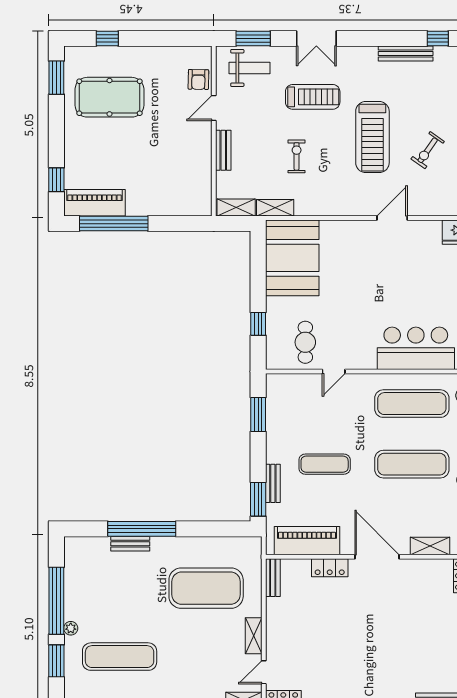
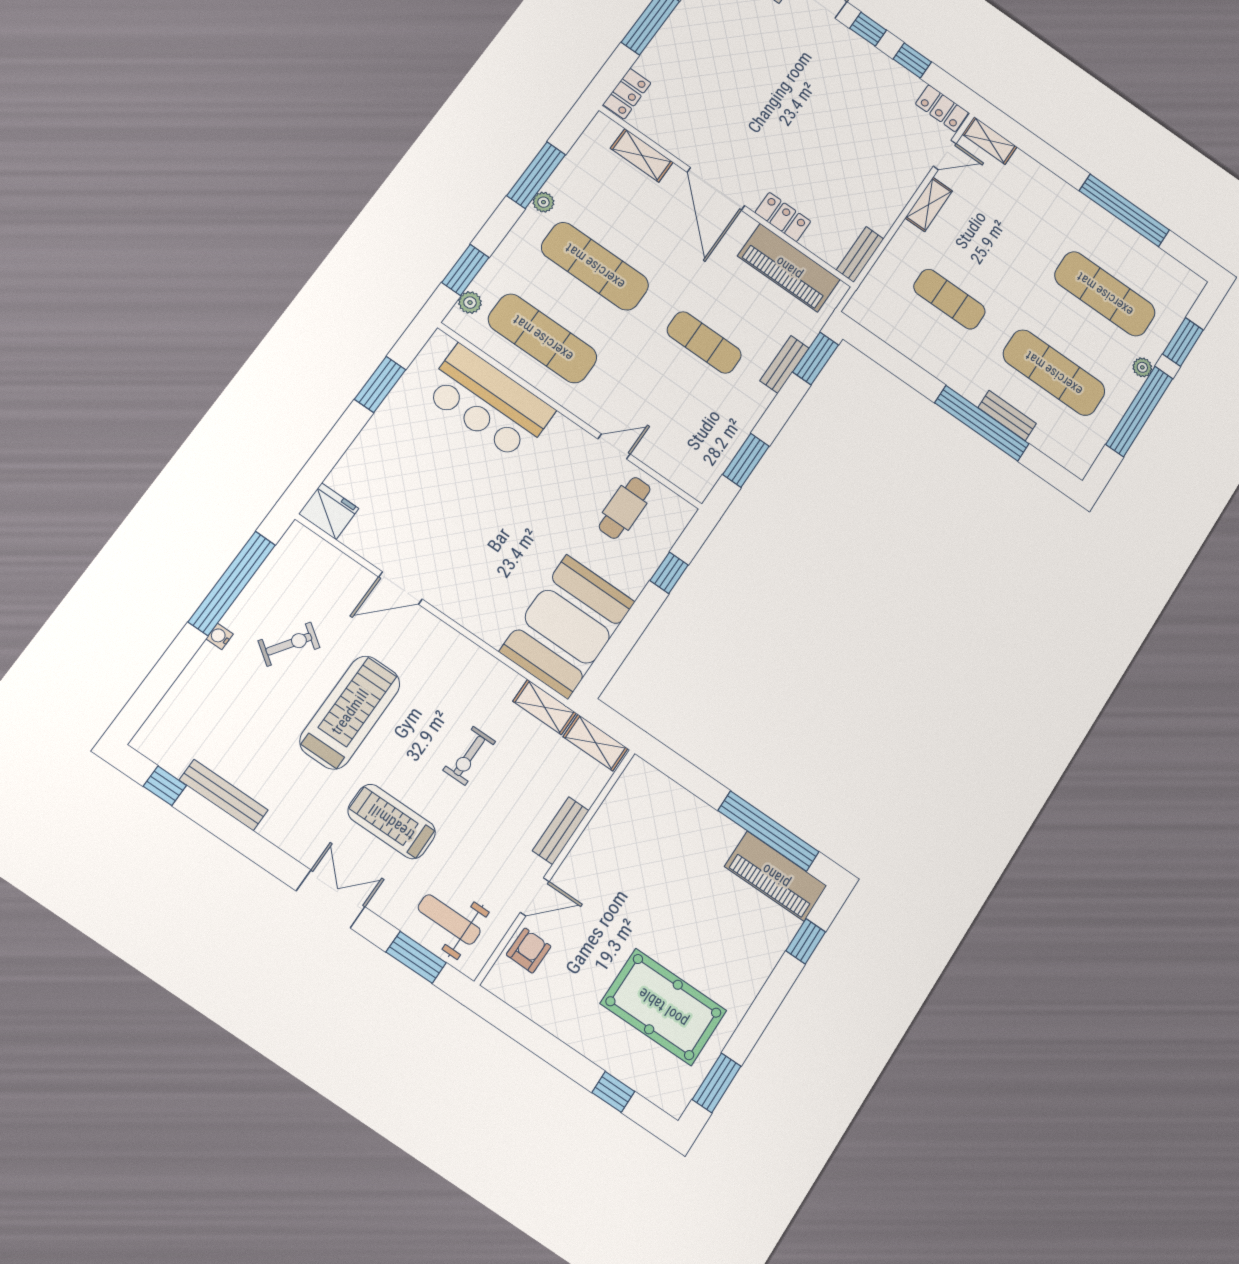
exercise mat: (120, 588) -> (1054, 373), added
exercise mat: (206, 588) -> (949, 299), width x0.50, depth x0.69

